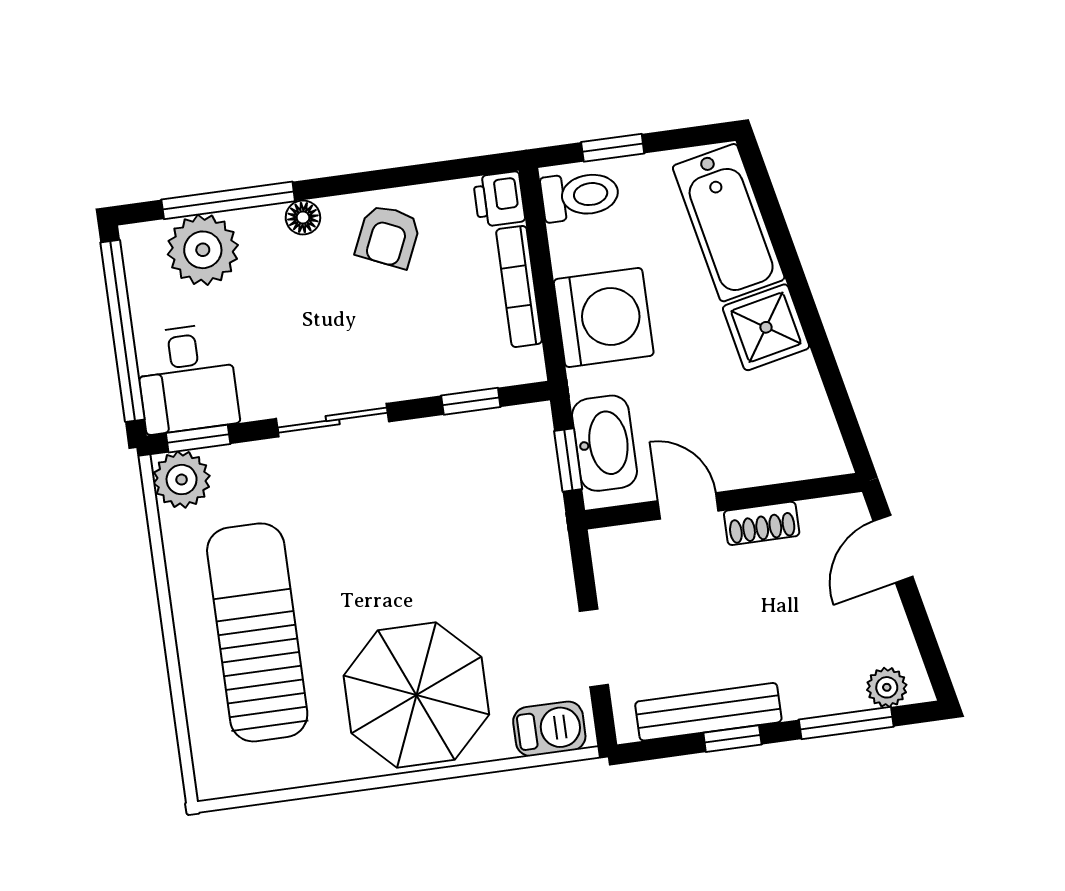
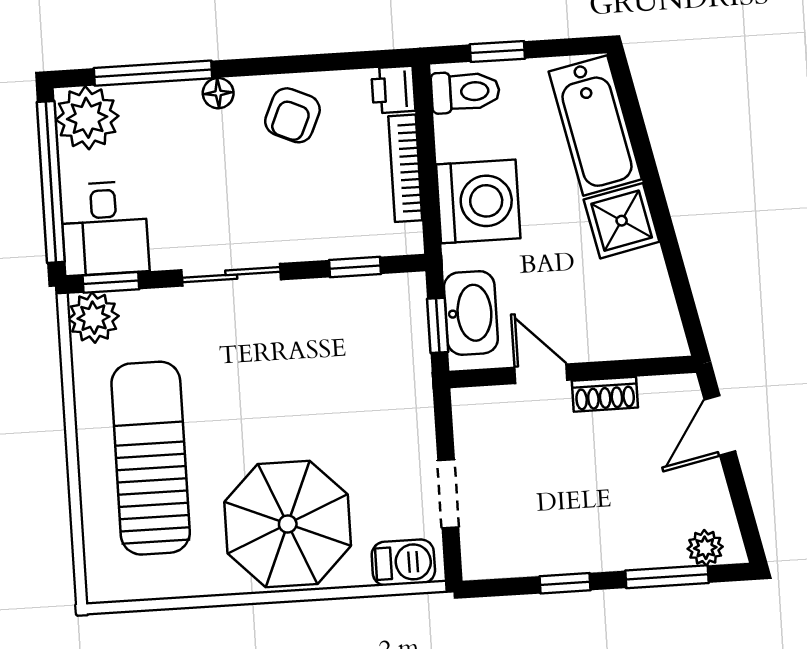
plant: (203, 250) -> (87, 118), moved
bench: (708, 712) -> (545, 558), removed

